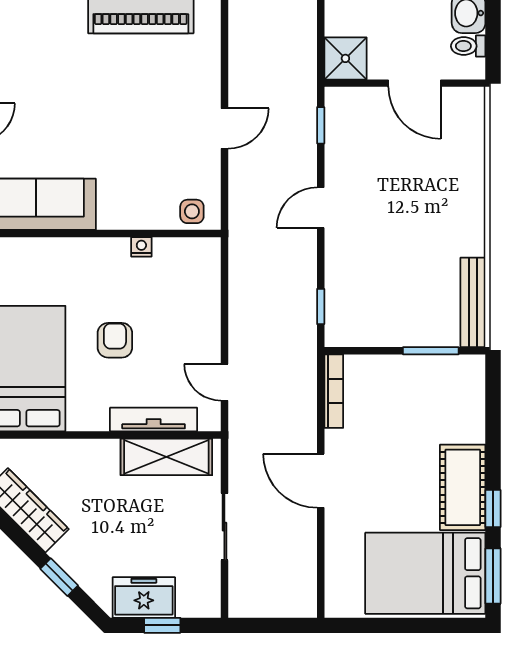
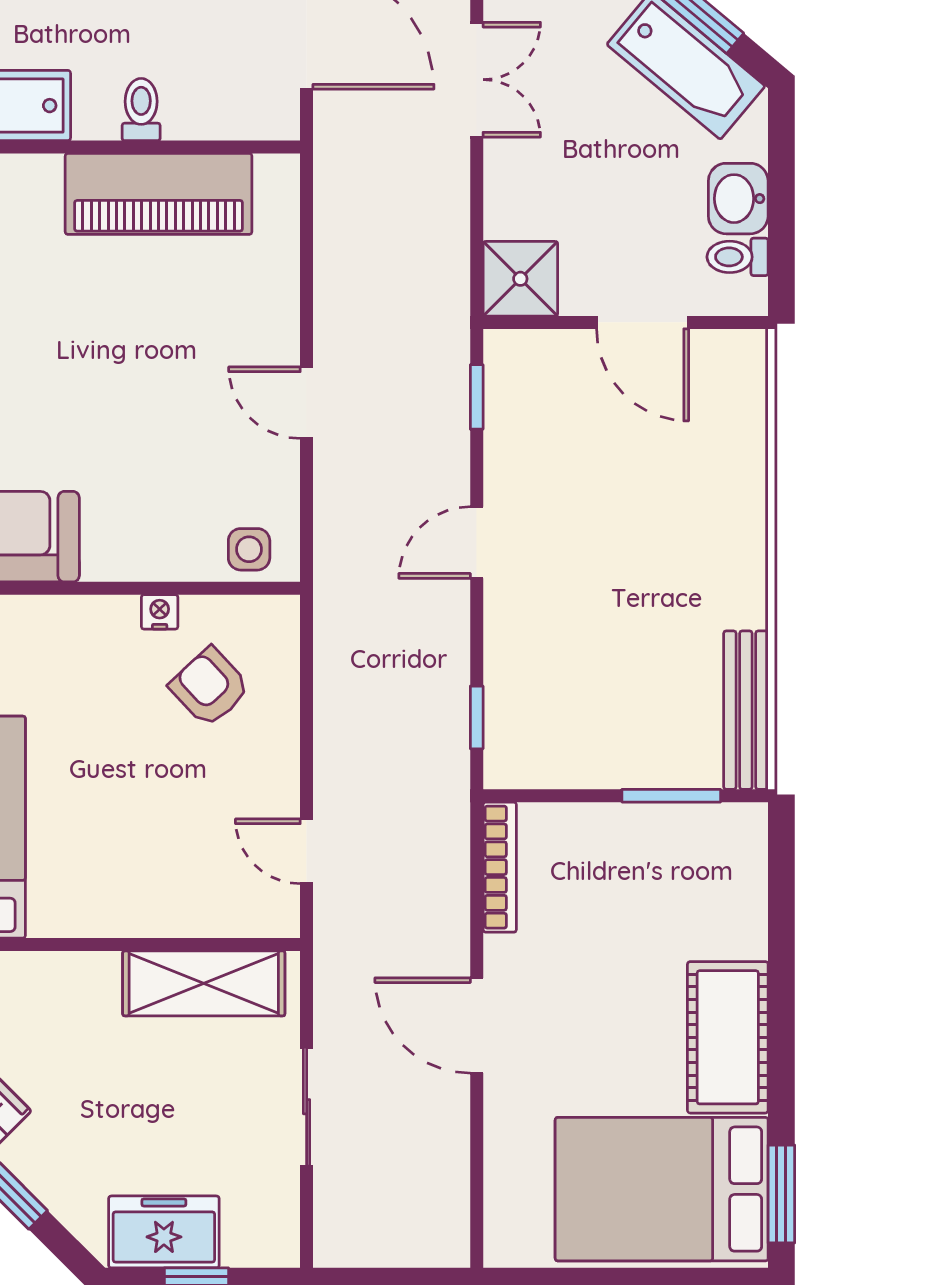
door: (224, 128) -> (307, 403), swing flipped
armchair: (115, 340) -> (210, 687), moved, turned -43
tv unit: (154, 420) -> (181, 917), removed
window: (493, 509) -> (781, 1075), removed

